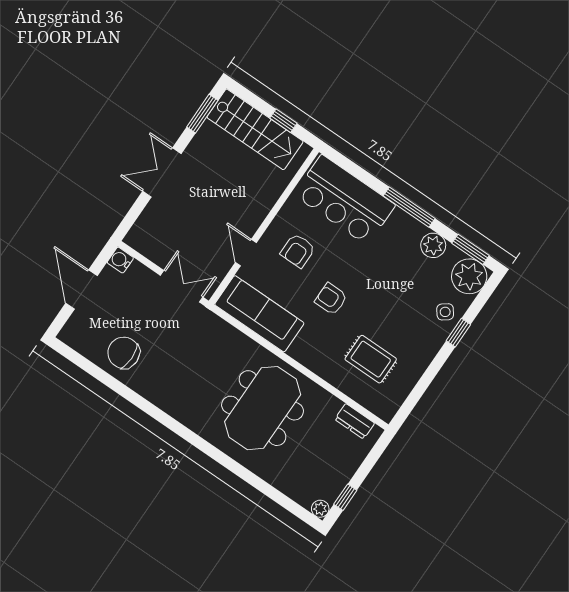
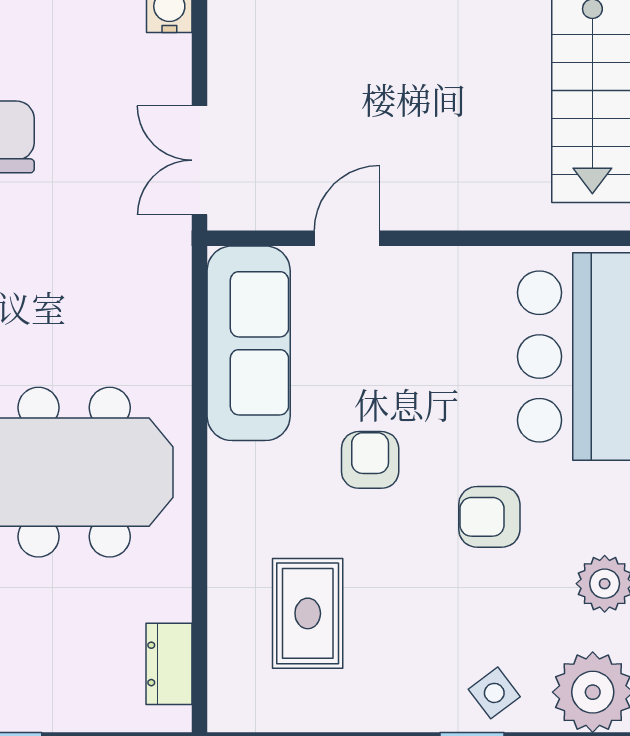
armchair: (298, 251) -> (489, 517), moved
double door: (182, 286) -> (200, 160), swing flipped

